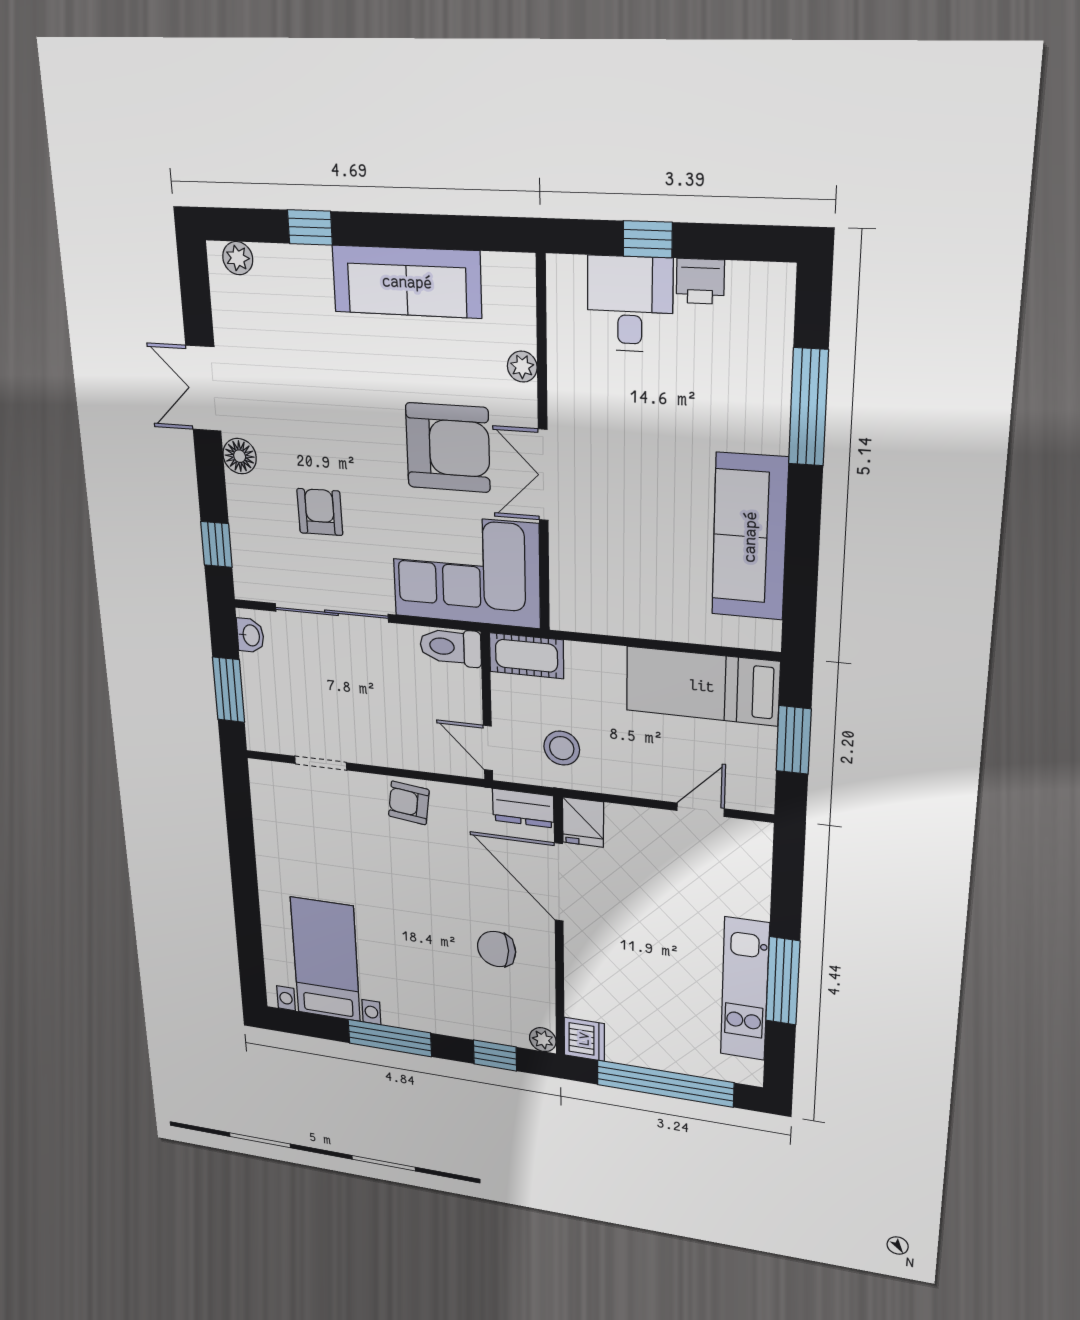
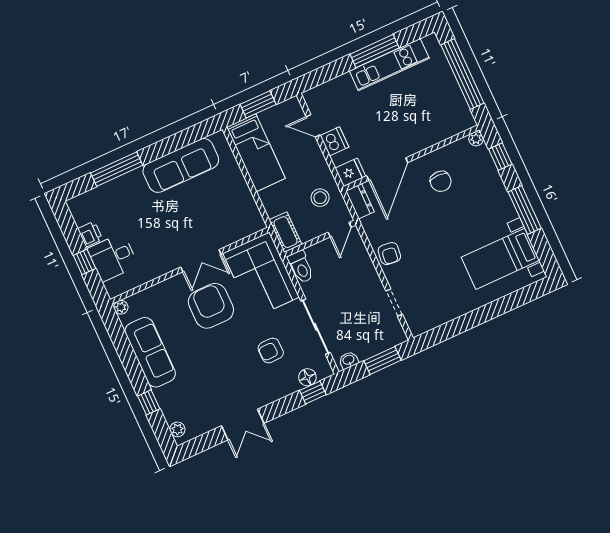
plant: (522, 367) -> (121, 307), moved
floor lamp: (240, 456) -> (307, 377), moved
dishwasher: (584, 1039) -> (334, 141), moved, turned 90

